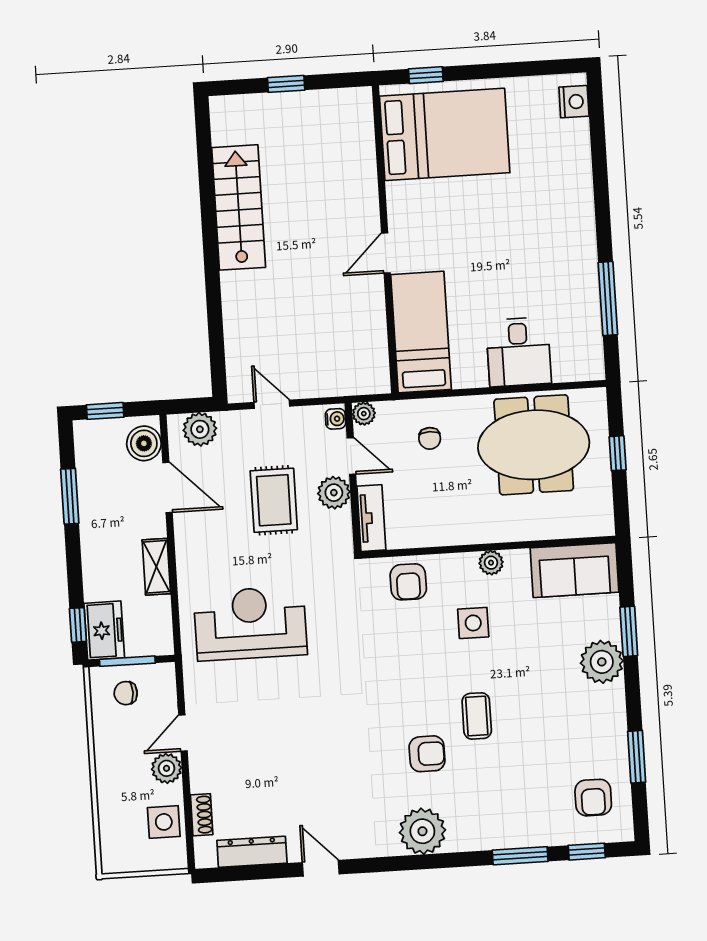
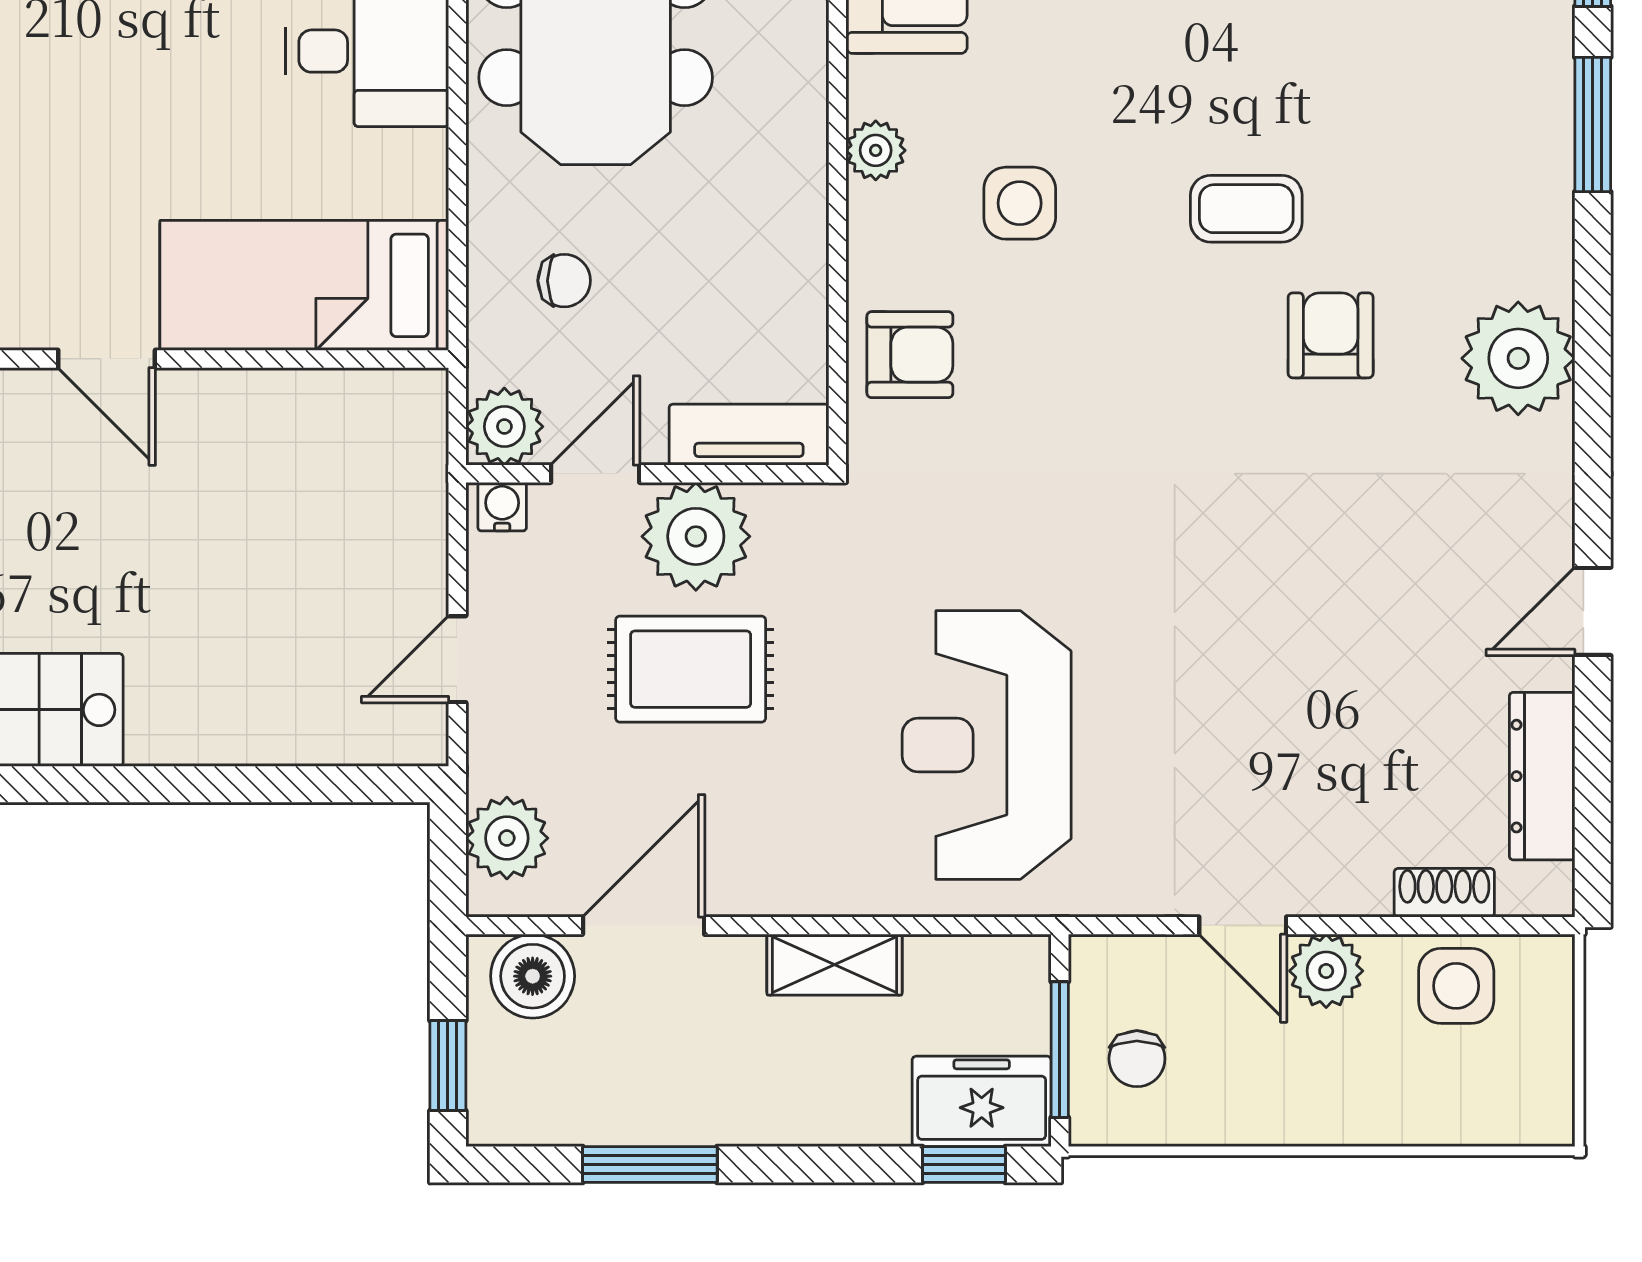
plant: (364, 414) -> (504, 427), width x1.38, depth x1.38
plant: (334, 493) -> (696, 536), width x1.36, depth x1.36

